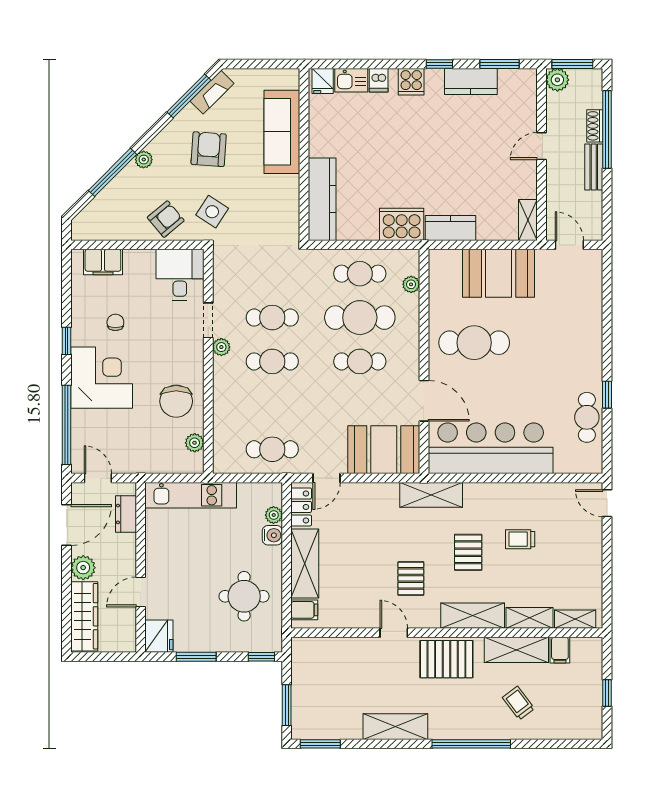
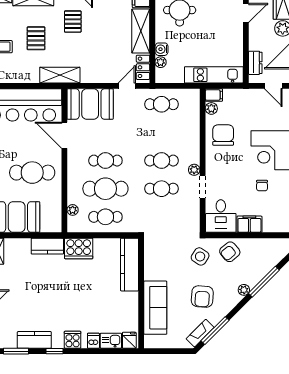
filing cabinet: (103, 262) -> (249, 224), moved
filing cabinet: (191, 464) -> (214, 95), added

